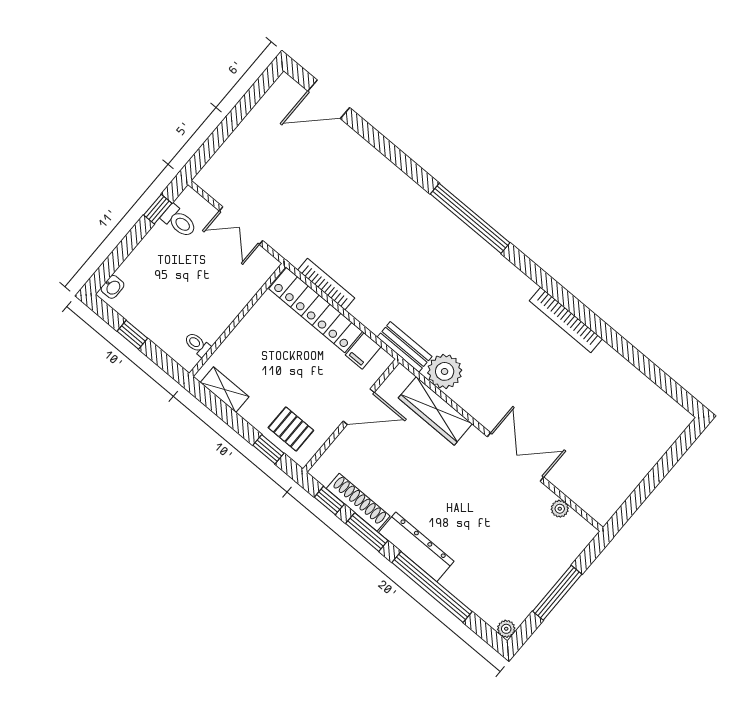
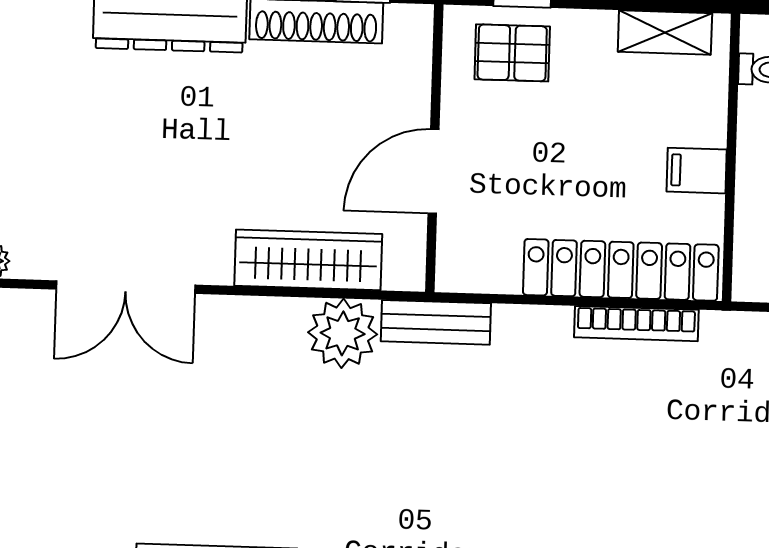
filing cabinet: (363, 351) -> (697, 171), moved, turned -90

